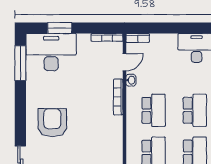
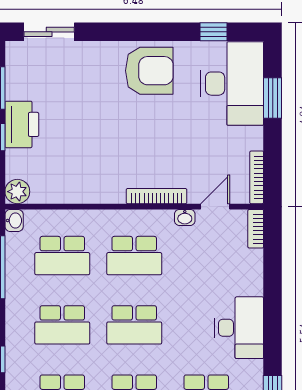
door: (124, 62) -> (215, 207), swing flipped
window: (20, 63) -> (213, 32), width x0.46
armchair: (52, 123) -> (149, 71), moved

